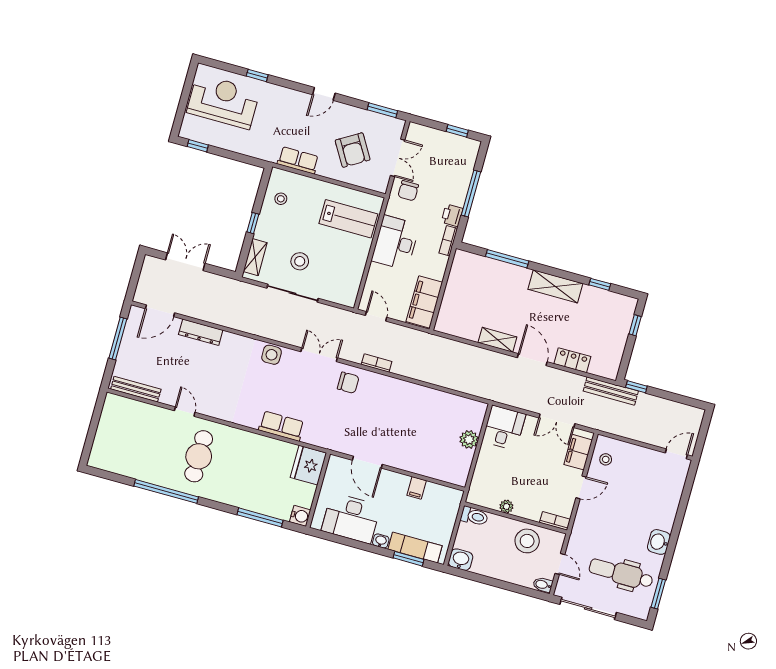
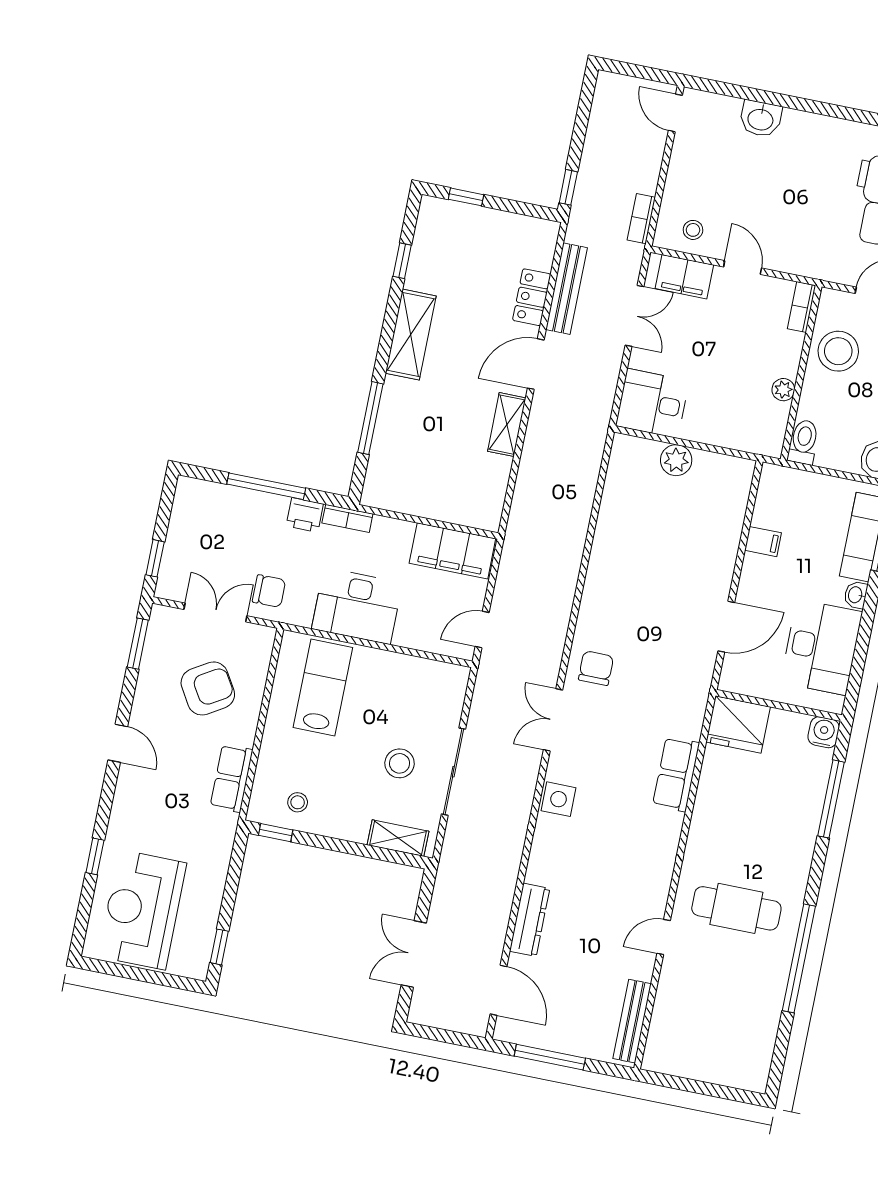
window: (457, 131) -> (155, 558), moved
window: (253, 223) -> (276, 833), moved
bookcase: (377, 363) -> (641, 219), moved
bench: (611, 391) -> (567, 289), moved
washbasin: (659, 542) -> (761, 119), moved

